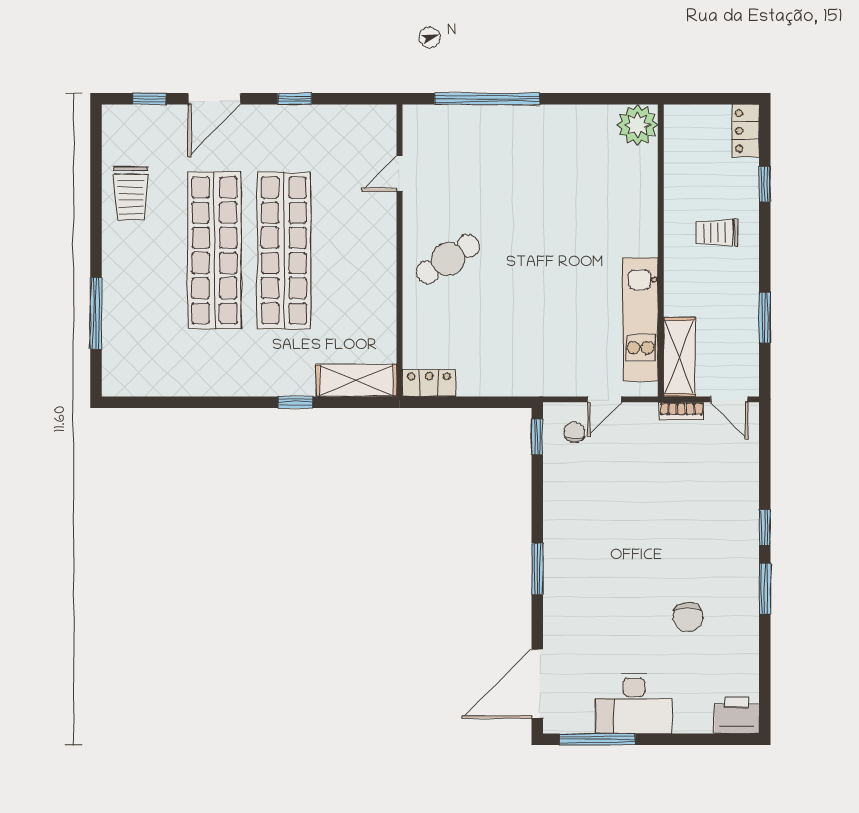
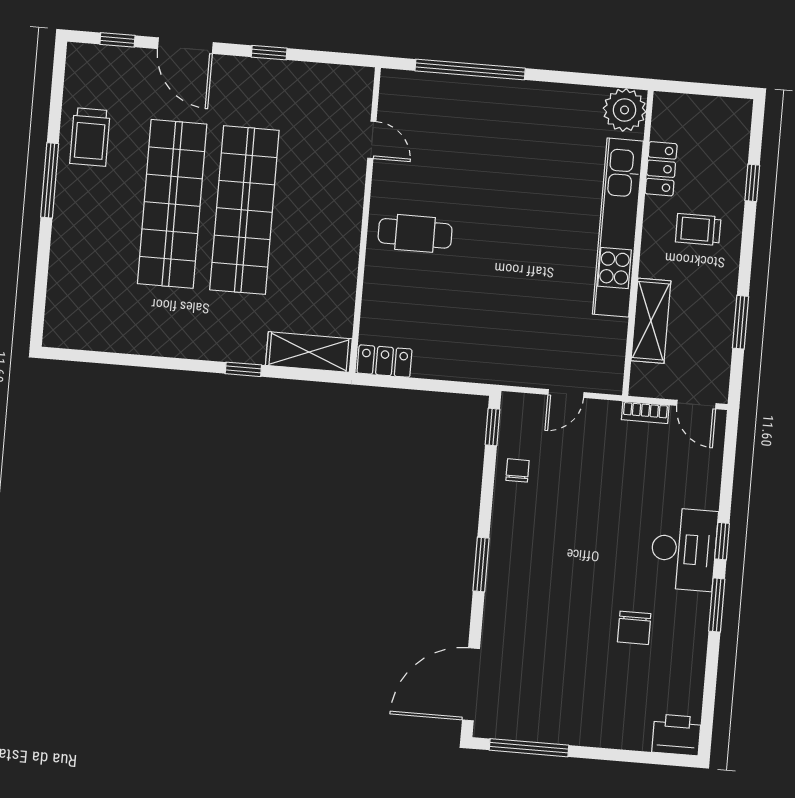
door: (214, 99) -> (185, 46), hinge flipped
locker: (746, 131) -> (661, 169), moved, turned 180
door: (399, 174) -> (372, 140), swing flipped
cafe table: (448, 259) -> (415, 233), turned 33
window: (96, 313) -> (50, 180), moved
kitchen unit: (641, 319) -> (618, 228), moved, width x1.36
shelving: (679, 357) -> (651, 321), moved
chair: (574, 432) -> (518, 470), moved
desk: (634, 704) -> (684, 549), moved, turned -90

